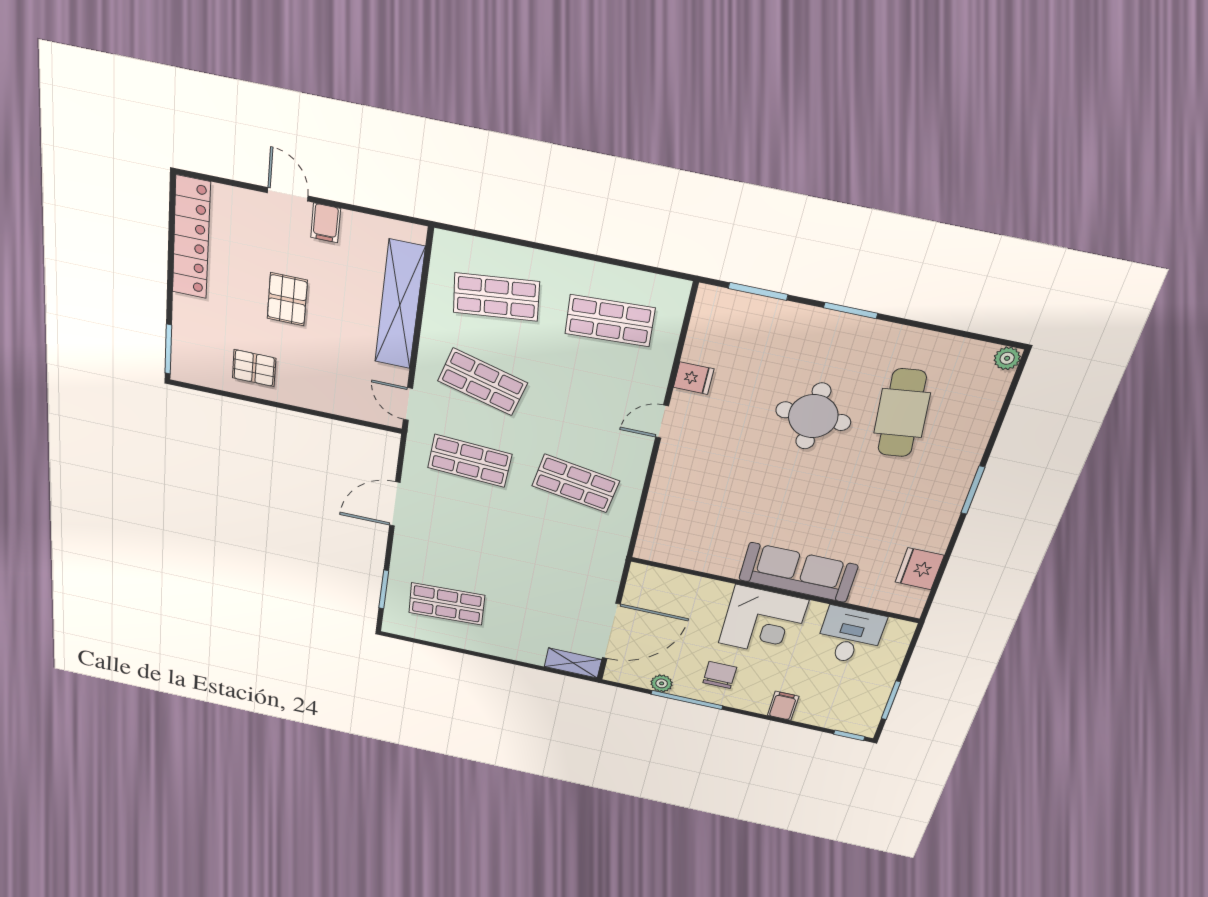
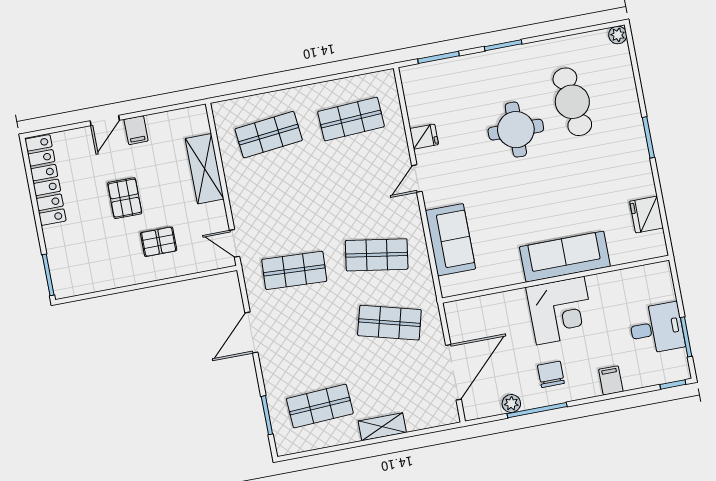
door: (288, 194) -> (105, 121), swing flipped
shelving: (400, 305) -> (205, 169), width x0.68
pallet: (254, 368) -> (159, 242), moved
shop shelf: (483, 382) -> (389, 323), moved
sofa: (671, 503) -> (450, 240), added
desk: (850, 636) -> (657, 328), moved, turned 90
shelving: (573, 663) -> (382, 427), moved

